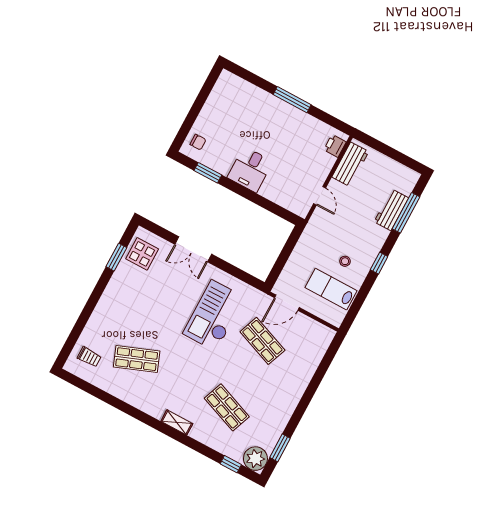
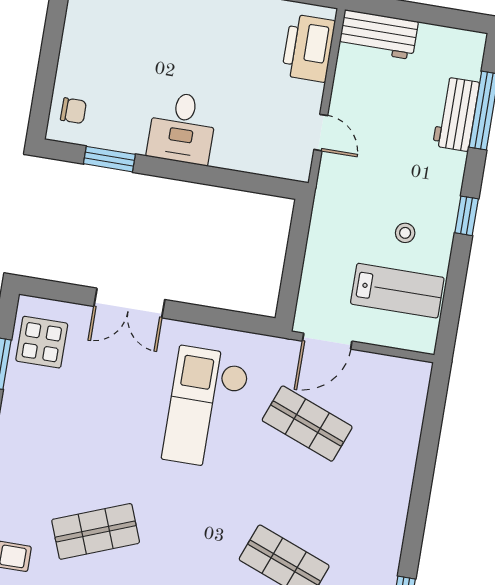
printer: (335, 146) -> (308, 48), width x1.87, depth x1.48
workbench: (350, 164) -> (378, 35), moved, turned 90
lab bench: (331, 289) -> (397, 291), turned 180

